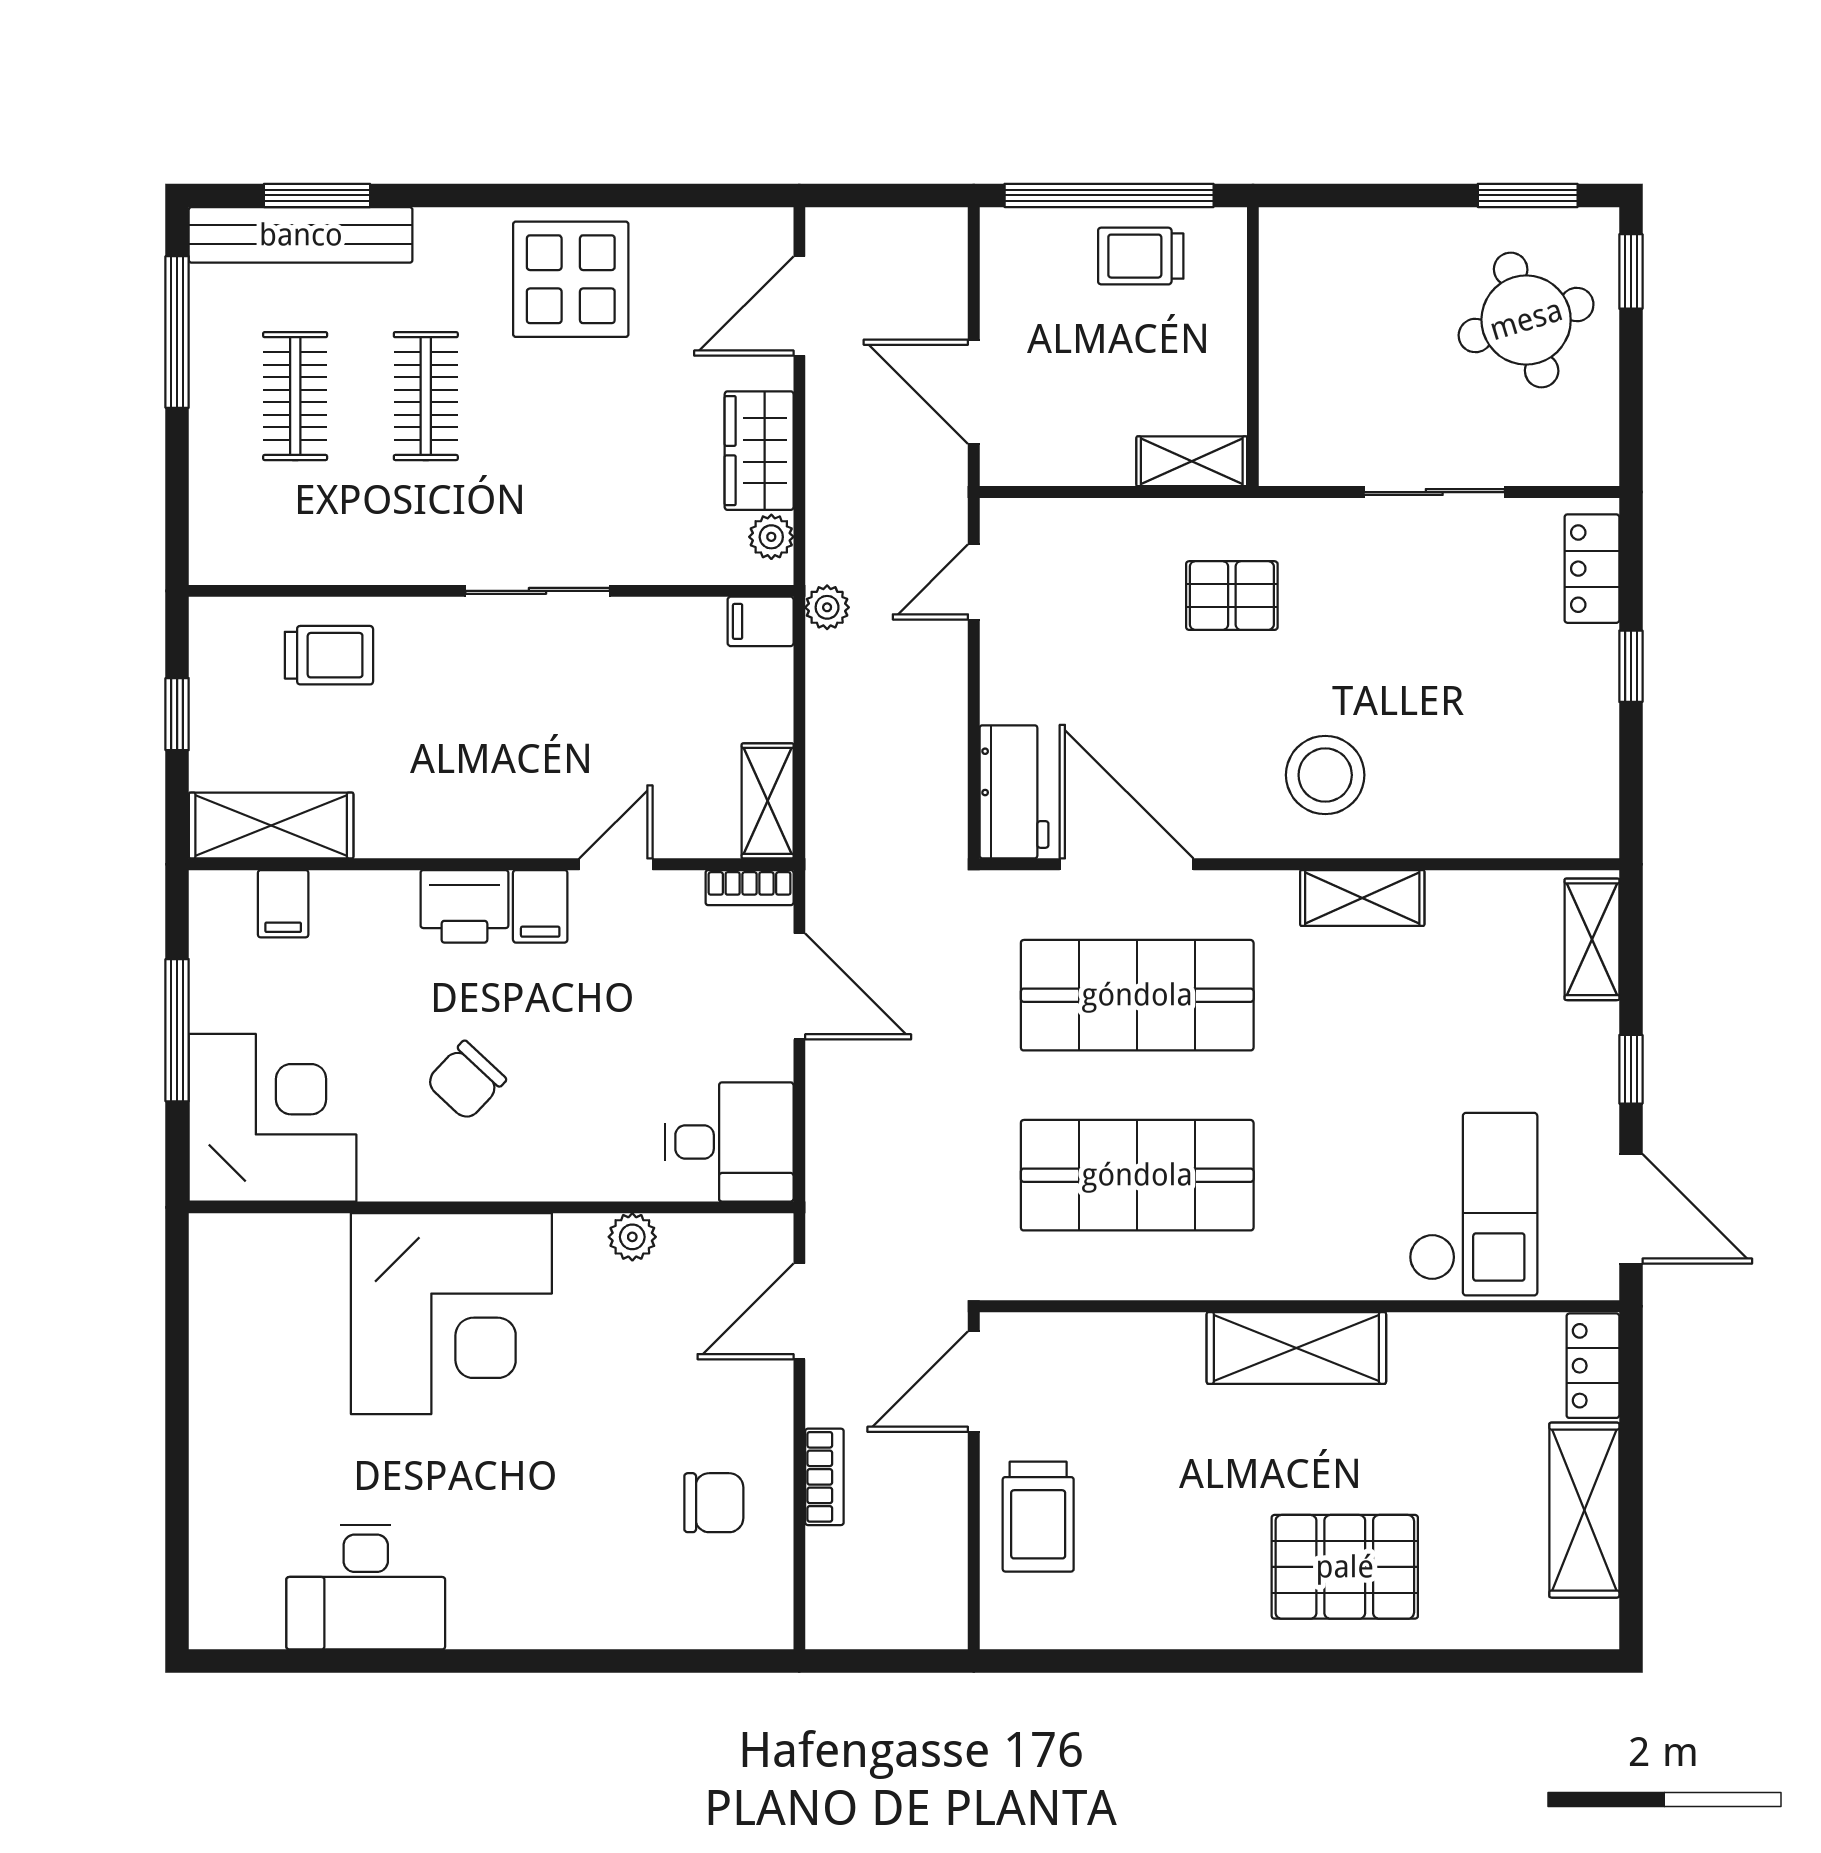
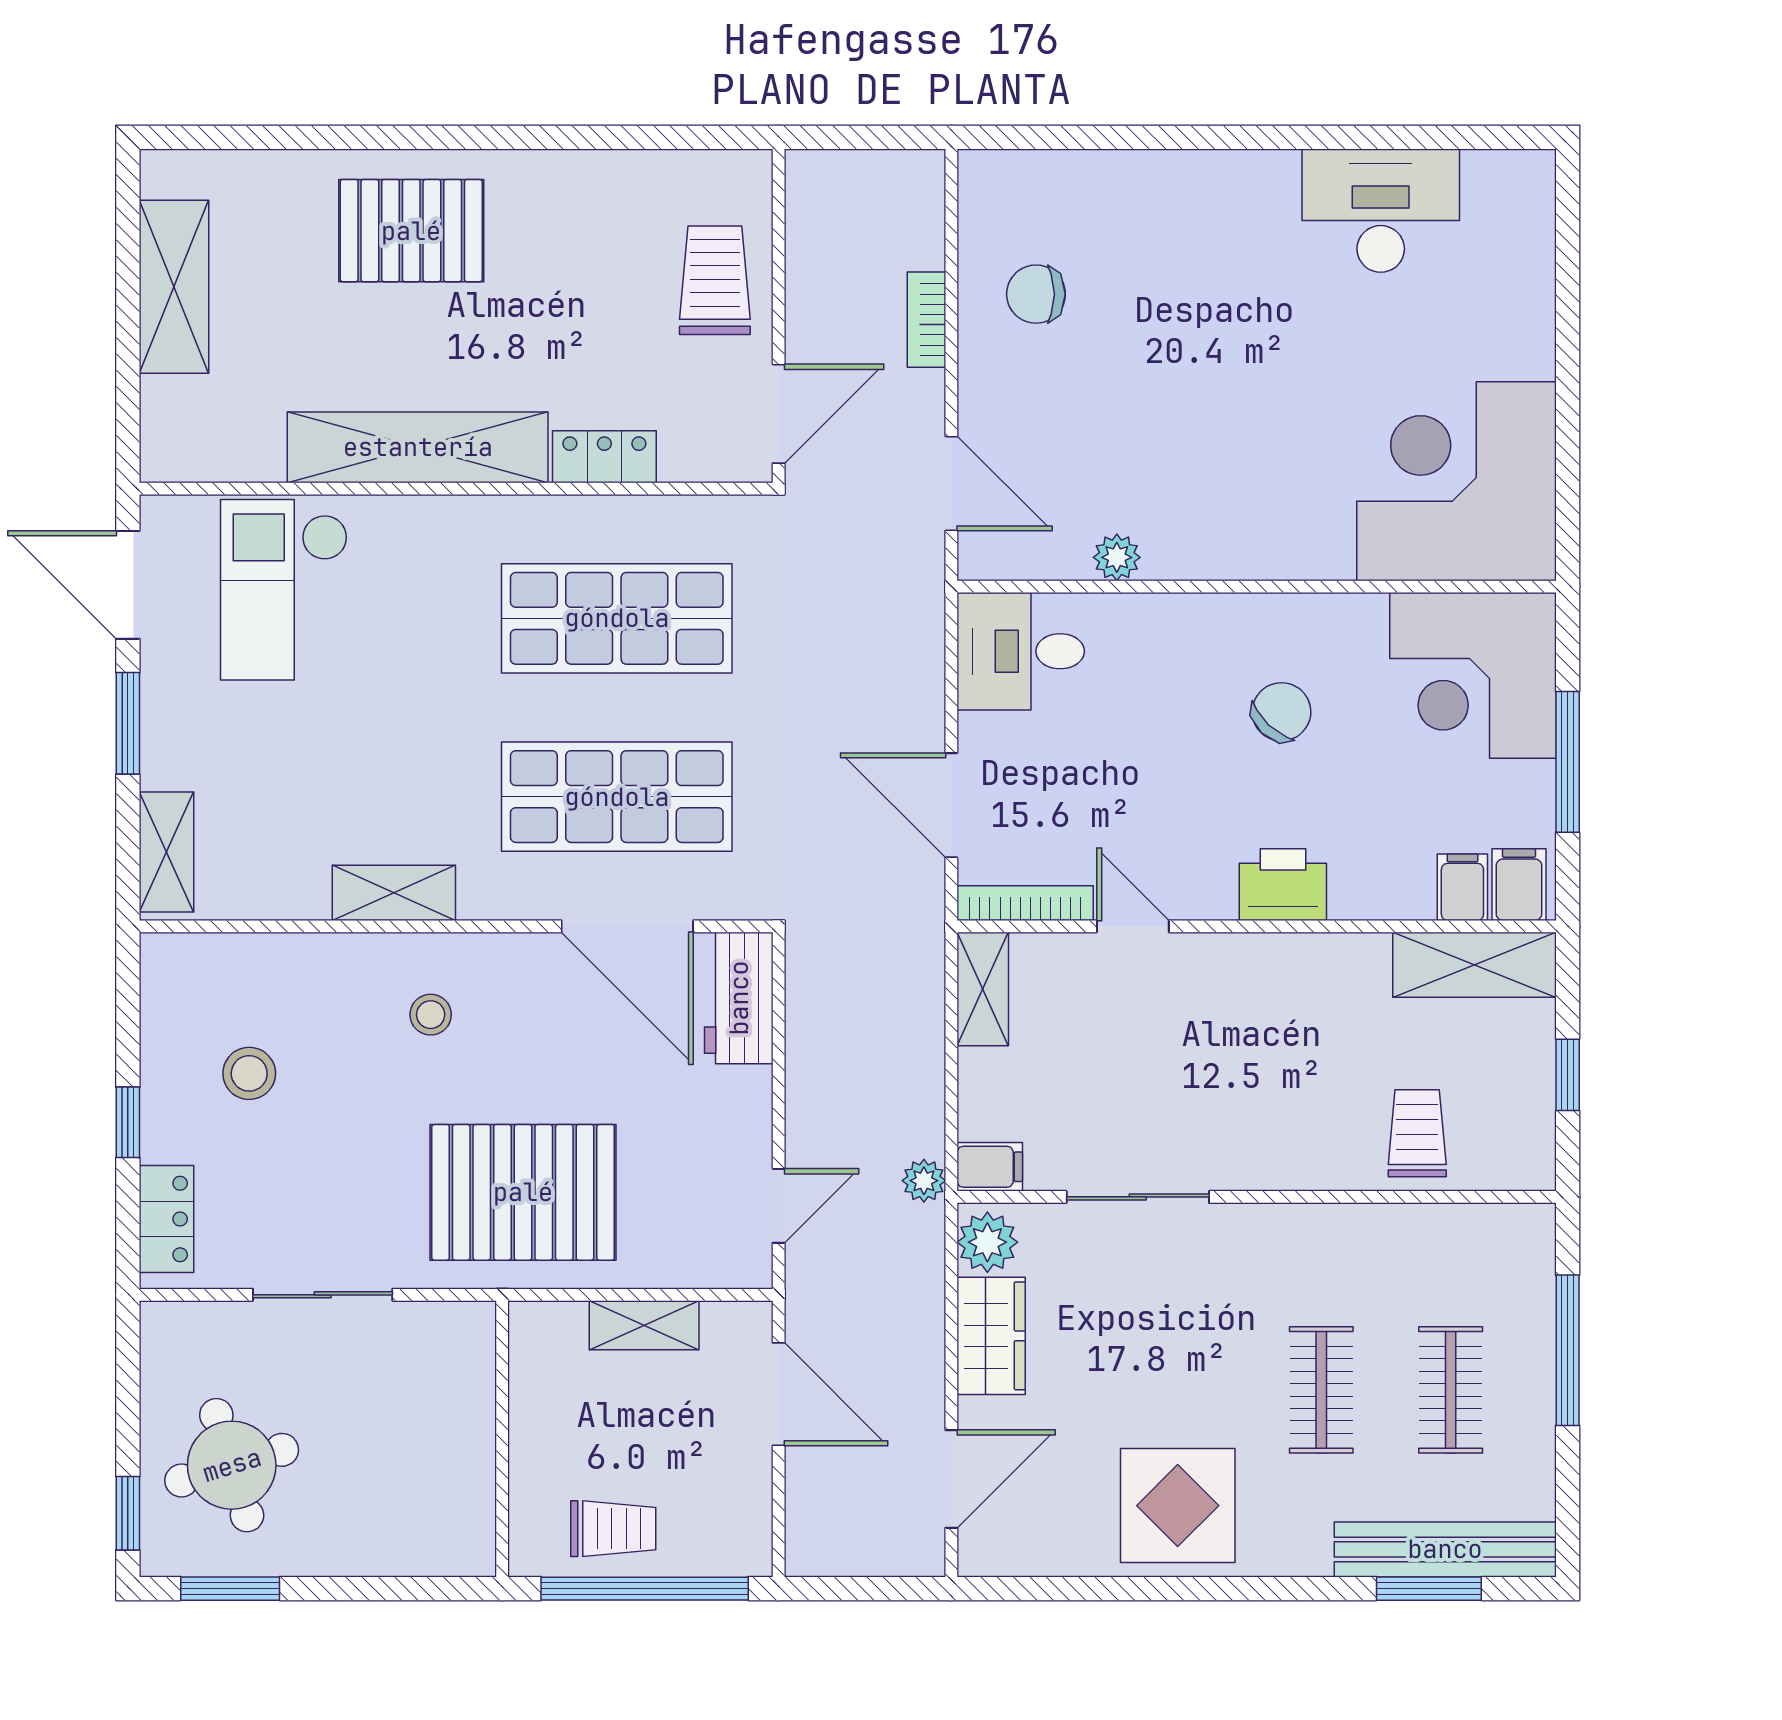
window: (177, 332) -> (1568, 1350), moved
shelving: (1192, 461) -> (644, 1325), moved
plant: (771, 537) -> (987, 1242), width x1.38, depth x1.38
sliding door: (538, 591) -> (1138, 1197), moved
pallet: (1232, 596) -> (523, 1192), width x2.05, depth x2.00
trolley: (329, 655) -> (1417, 1133), turned 90
stool: (1508, 716) -> (249, 1073), added
stool: (1325, 775) -> (431, 1015), width x0.53, depth x0.53
door: (616, 864) -> (1133, 926), swing flipped
bookcase: (750, 888) -> (1025, 903), width x1.56
filing cabinet: (540, 906) -> (1519, 885), moved
window: (1631, 1069) -> (128, 723), width x1.50
door: (799, 1311) -> (951, 484), hinge flipped
corner desk: (451, 1314) -> (1456, 481), moved
shelving: (1296, 1348) -> (418, 447), width x1.47
locker: (1593, 1366) -> (604, 457), moved, turned -90

